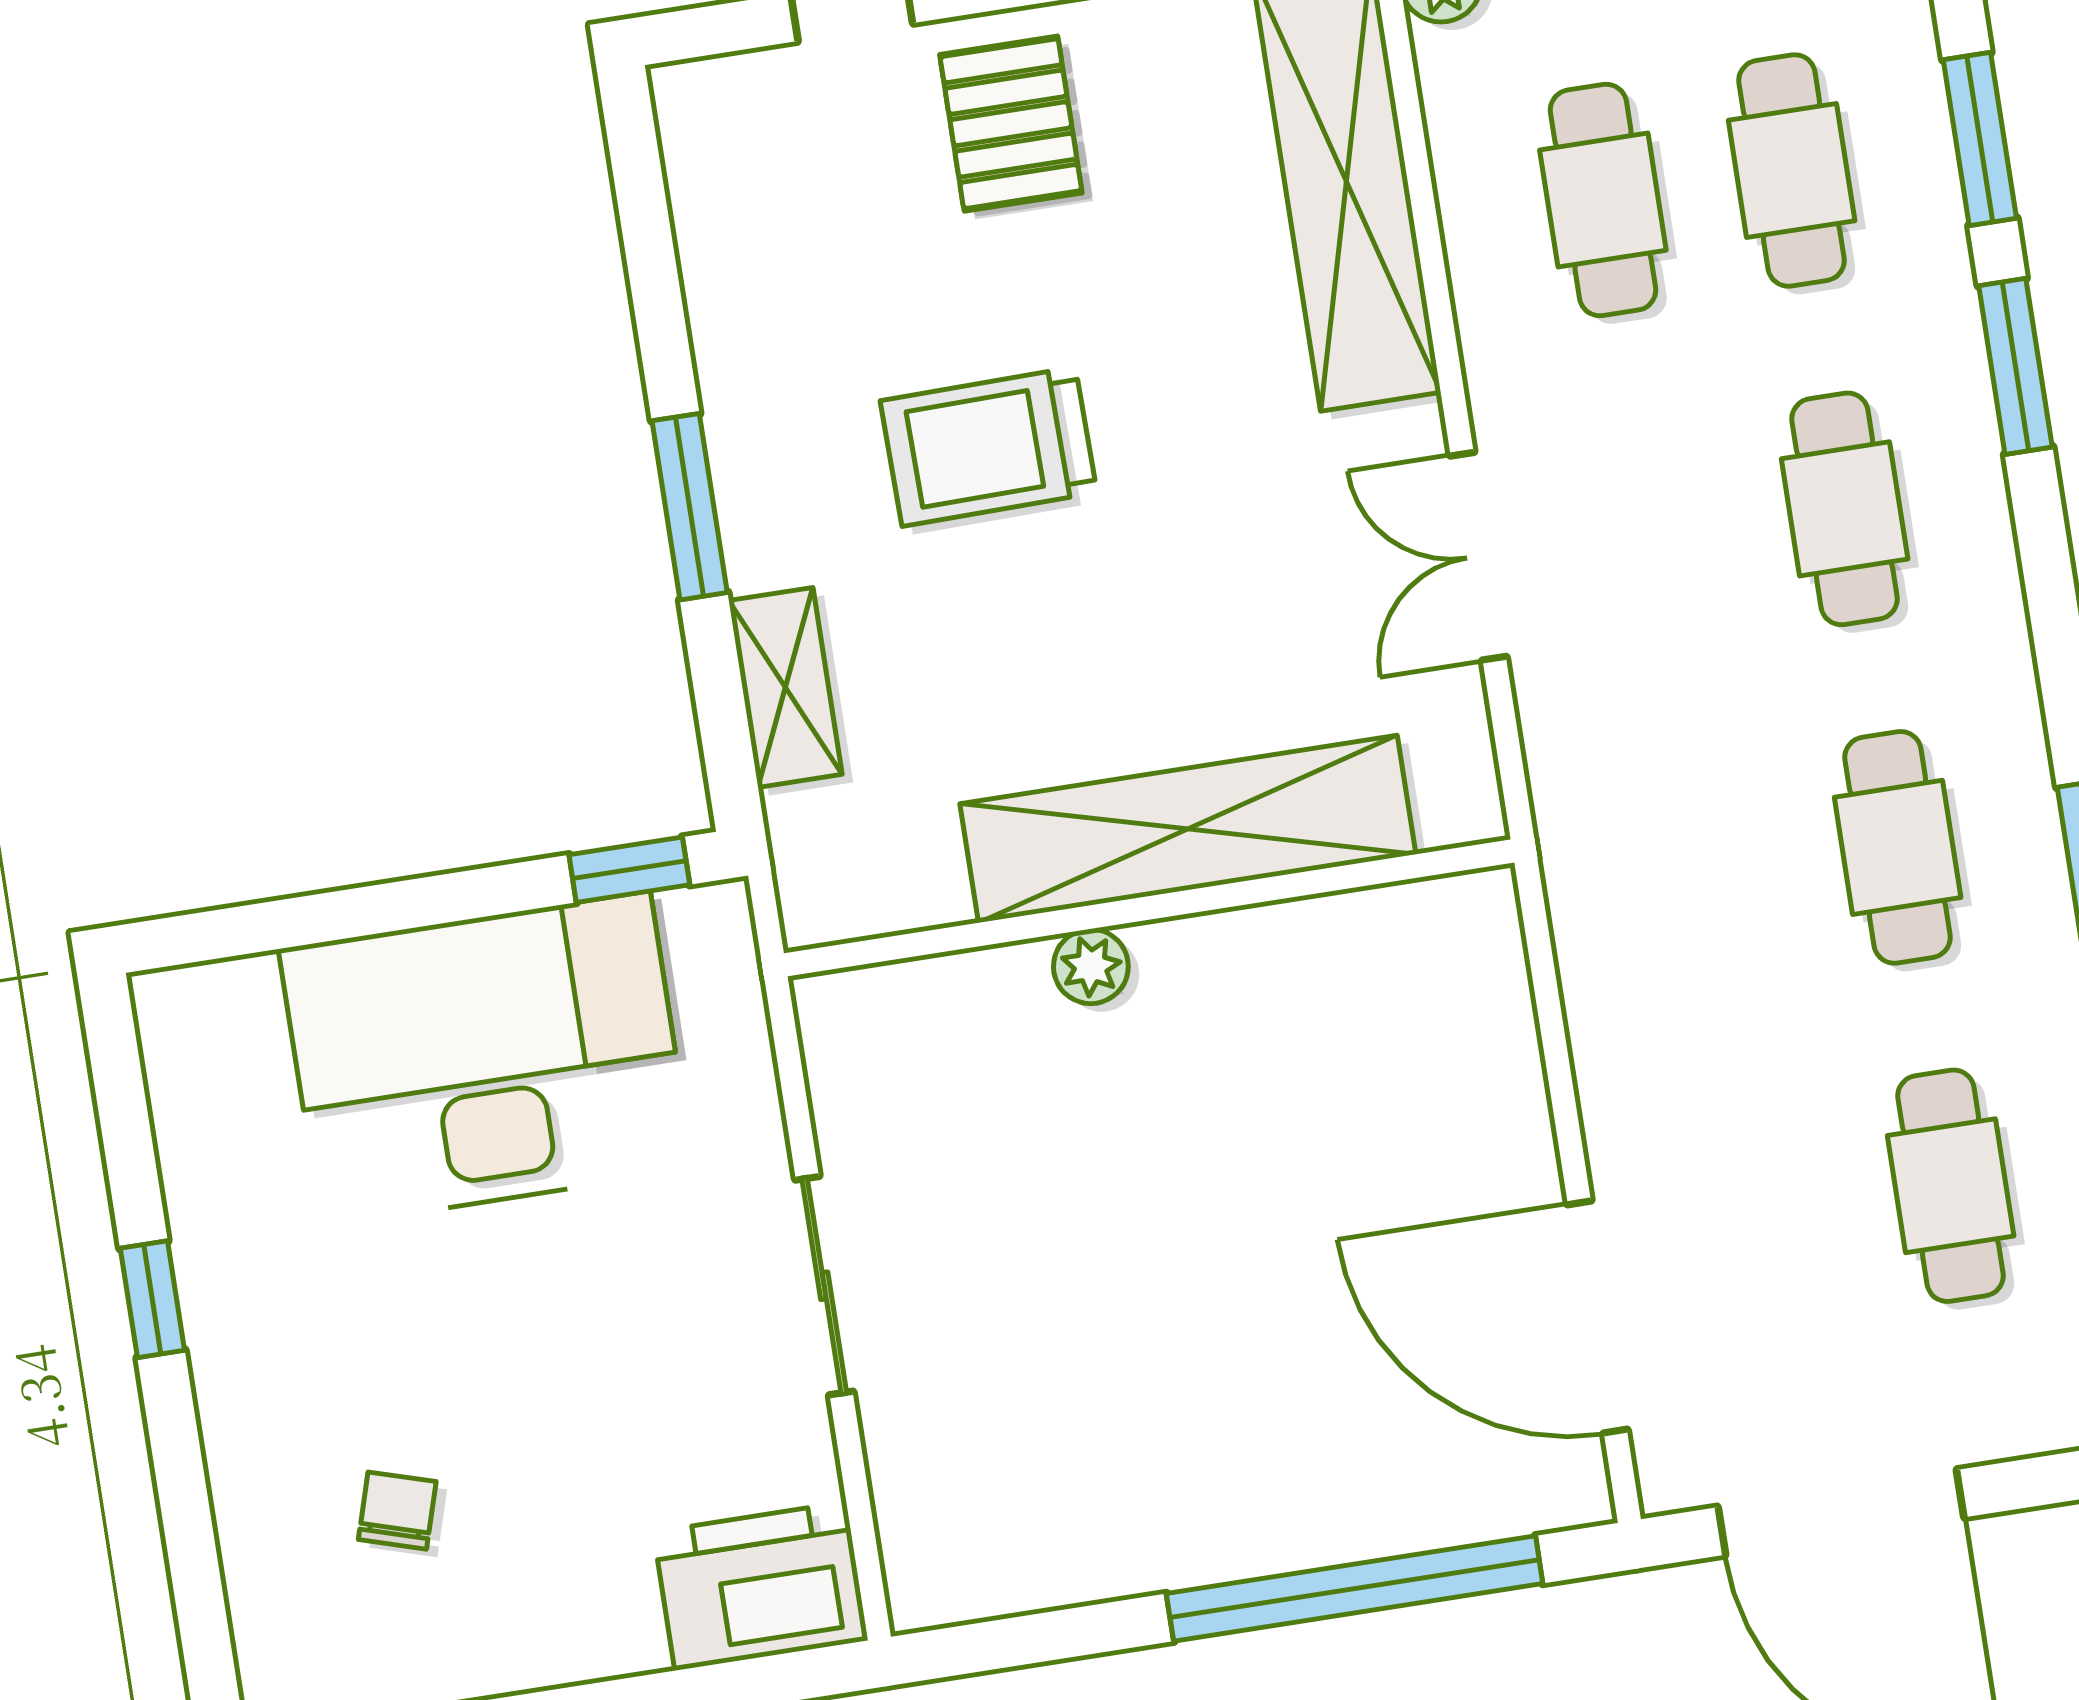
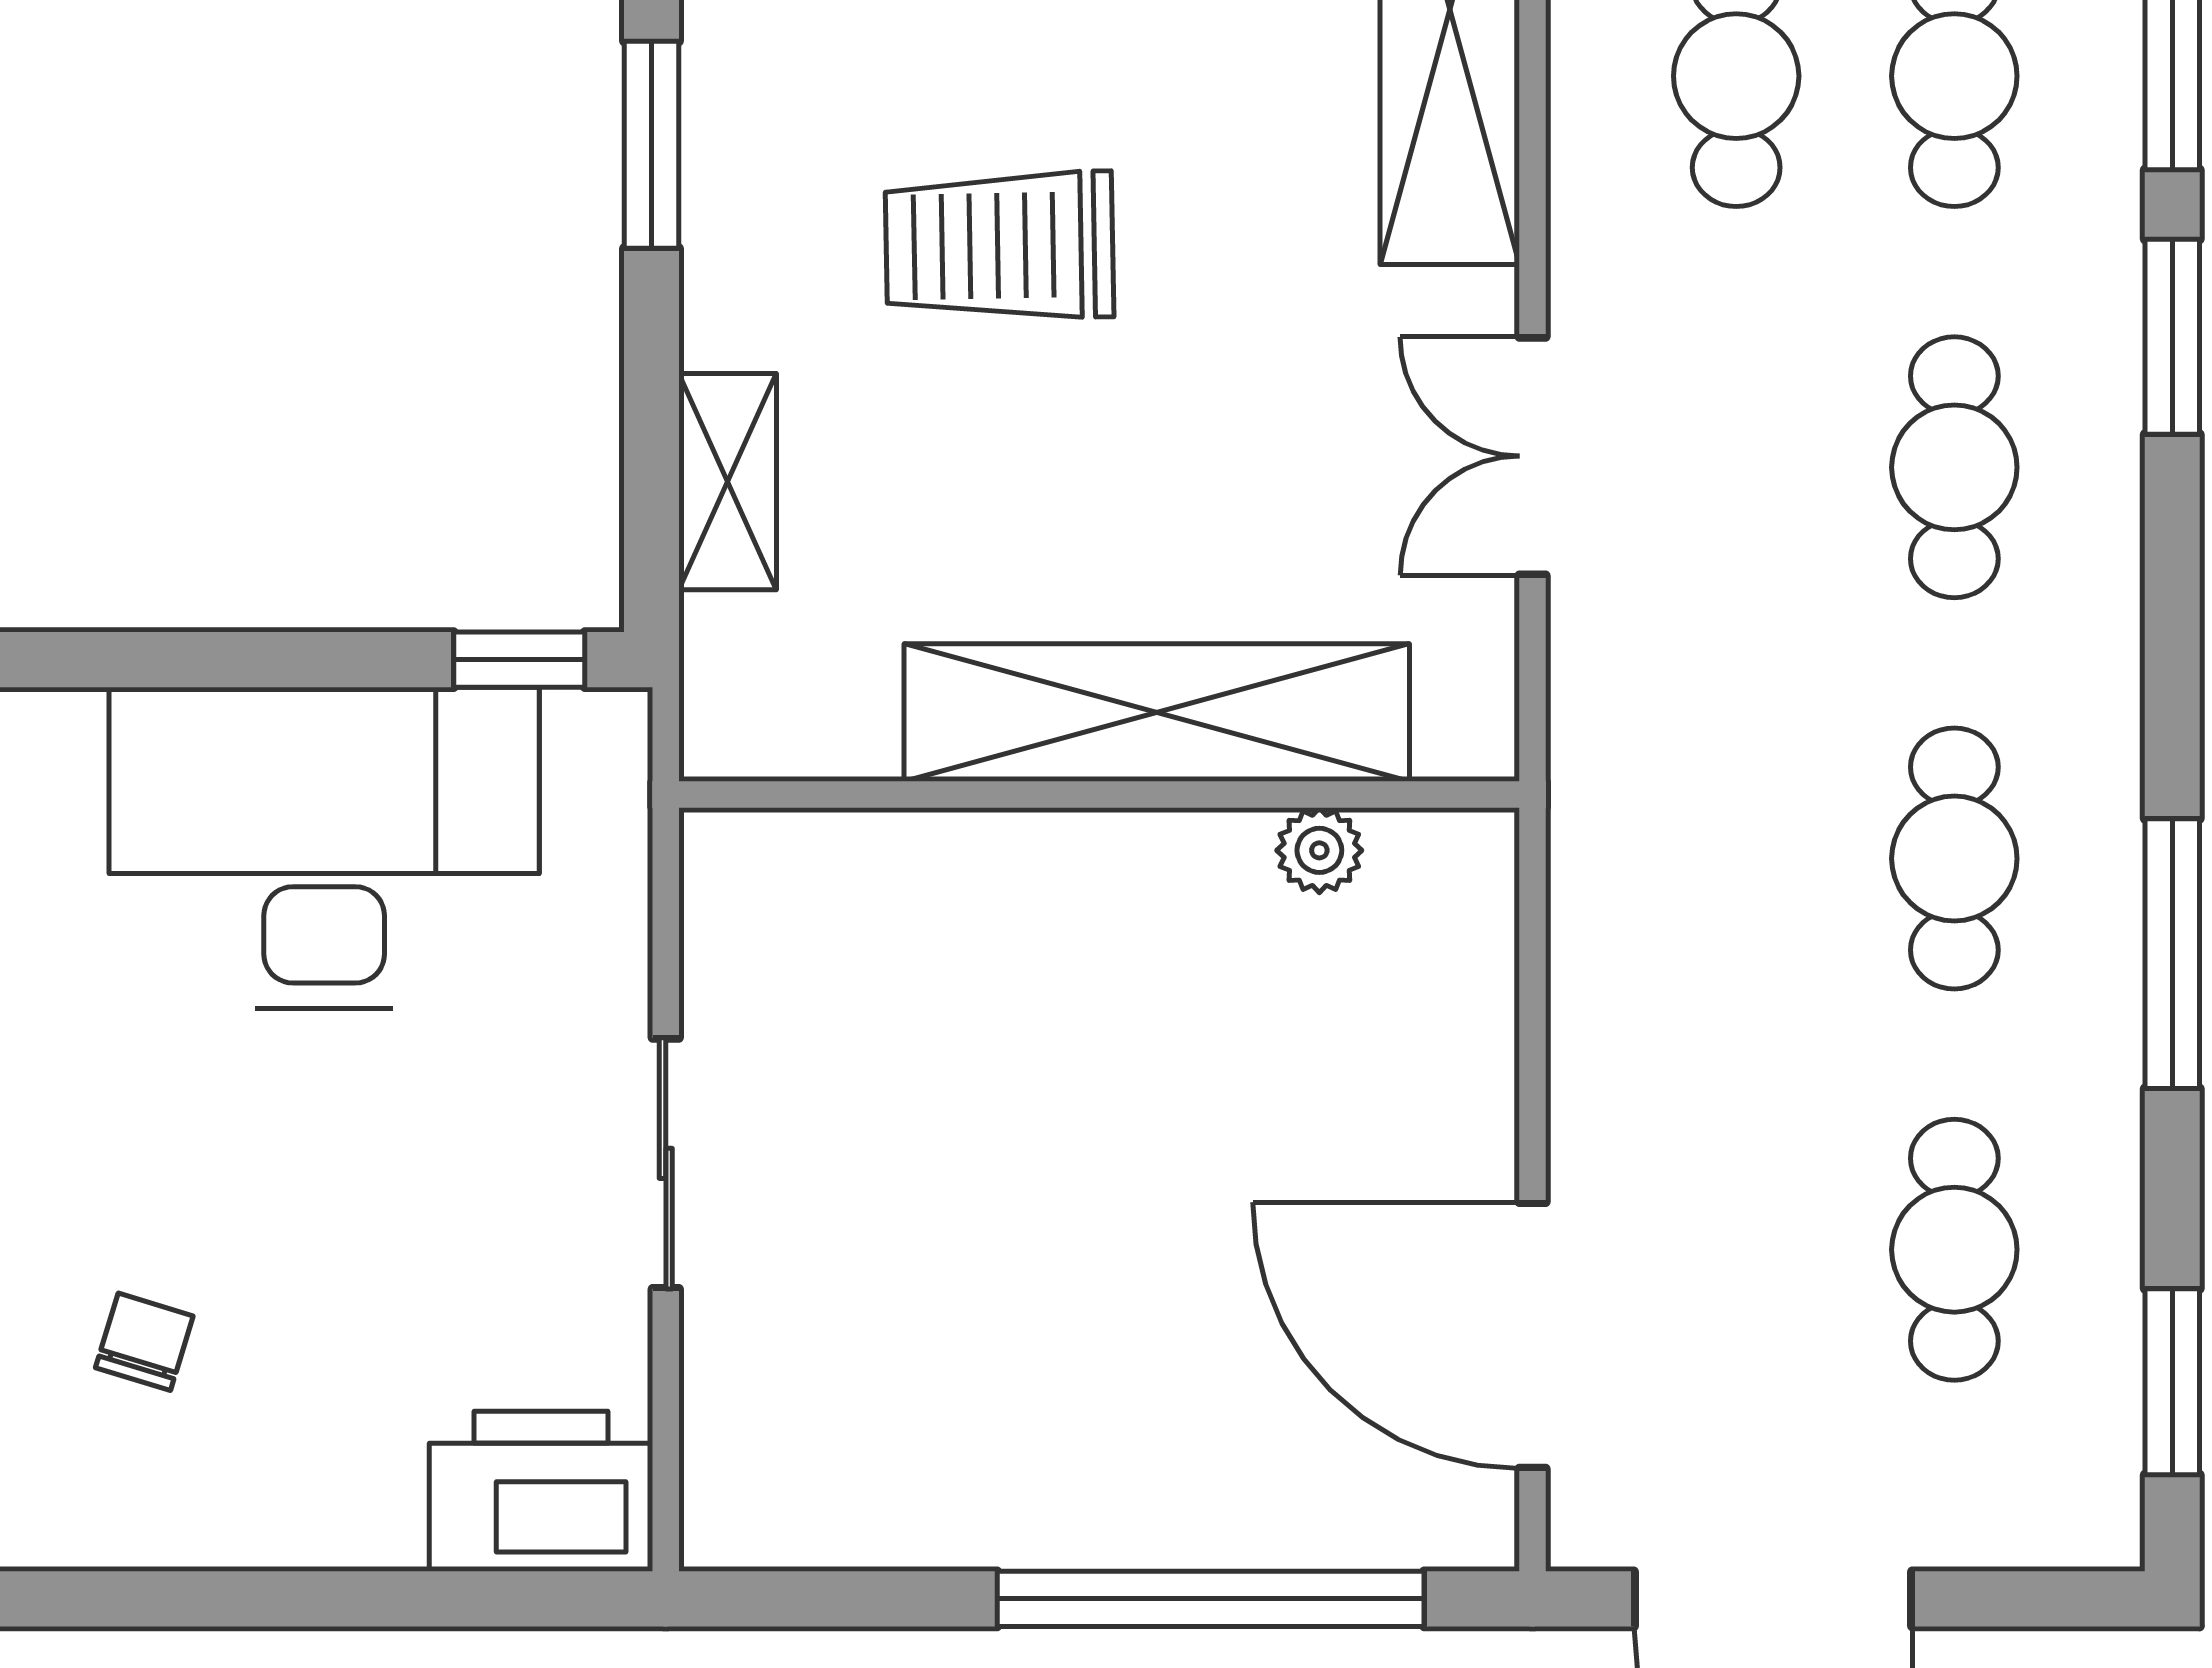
window: (690, 507) -> (651, 145), moved
plant: (1091, 966) -> (1319, 850), moved

